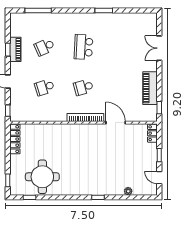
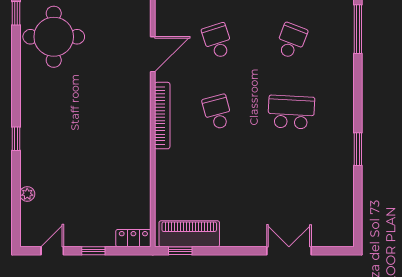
school desk: (45, 47) -> (291, 41), turned 45
piano: (150, 88) -> (189, 234), moved
door: (116, 123) -> (153, 54), moved

